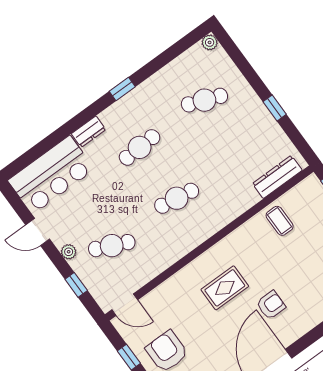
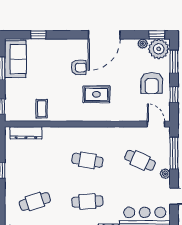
cafe table: (204, 100) -> (35, 202), turned -39
window: (76, 285) -> (174, 153), width x2.17
armchair: (271, 305) -> (79, 67), turned 180

